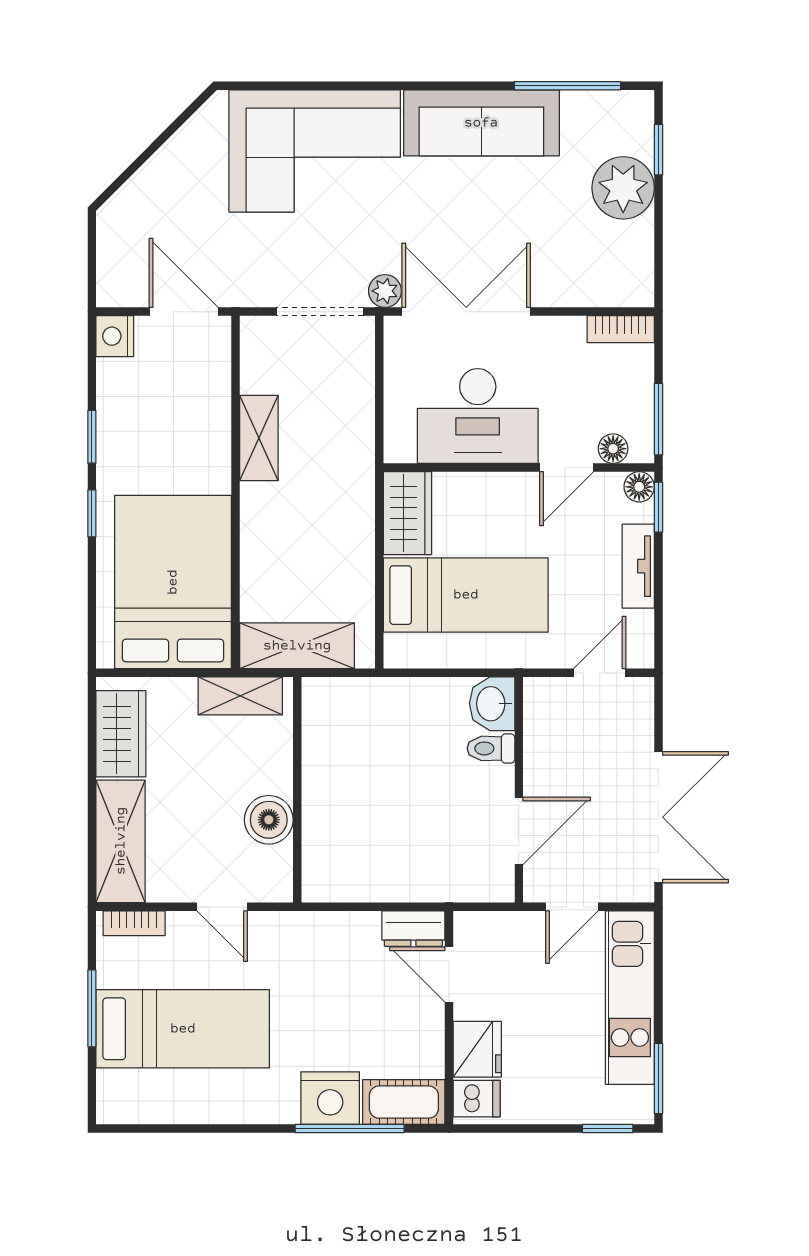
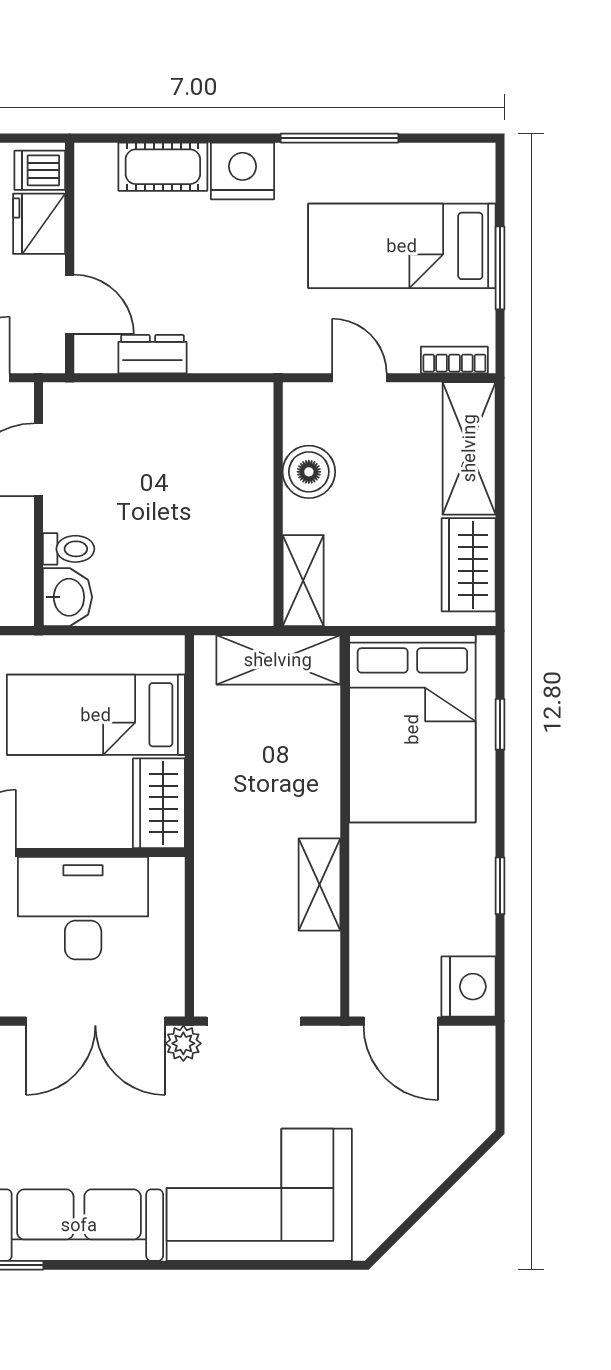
nightstand: (115, 336) -> (469, 987), width x1.36, depth x1.33
window: (92, 513) -> (500, 724), moved
shelving: (240, 696) -> (303, 581), moved, turned 90
door: (449, 975) -> (70, 305), moved
wall: (449, 1018) -> (70, 258), moved
fridge: (477, 1049) -> (39, 224), moved
dishwasher: (477, 1099) -> (40, 170), moved
window: (350, 1129) -> (339, 138), moved

